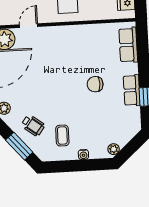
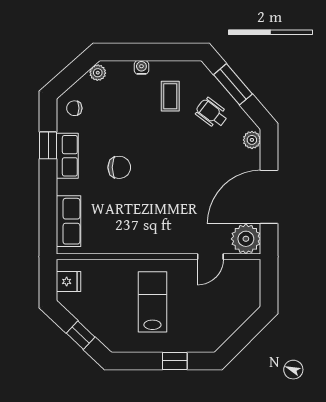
chair: (128, 124) -> (74, 108), added

